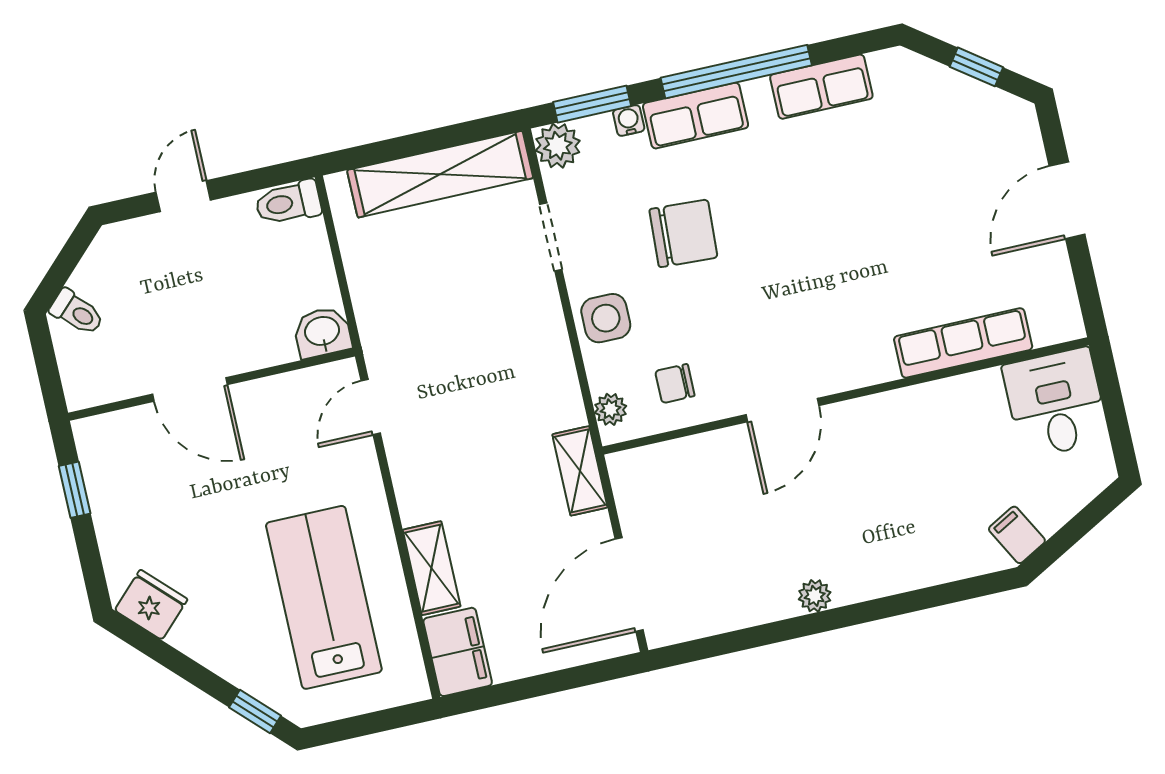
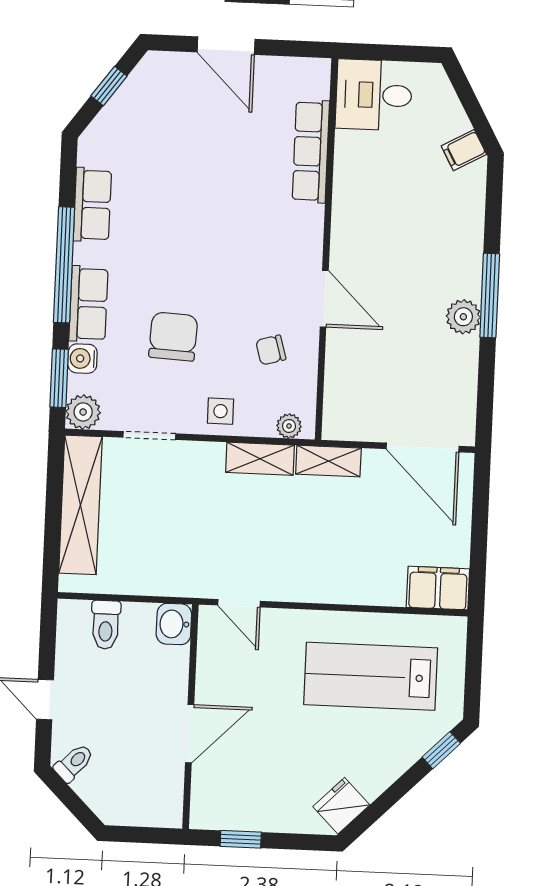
water cooler: (629, 120) -> (82, 359), width x1.38, depth x1.38
toilet: (288, 203) -> (106, 625), moved
toilet: (77, 312) -> (74, 763), moved
side table: (606, 318) -> (220, 411), width x0.73, depth x0.73
chair: (675, 384) -> (271, 350), moved, turned 74
shelving: (432, 568) -> (260, 459), moved
plant: (815, 596) -> (463, 317), width x1.38, depth x1.38
window: (843, 617) -> (490, 296), added

